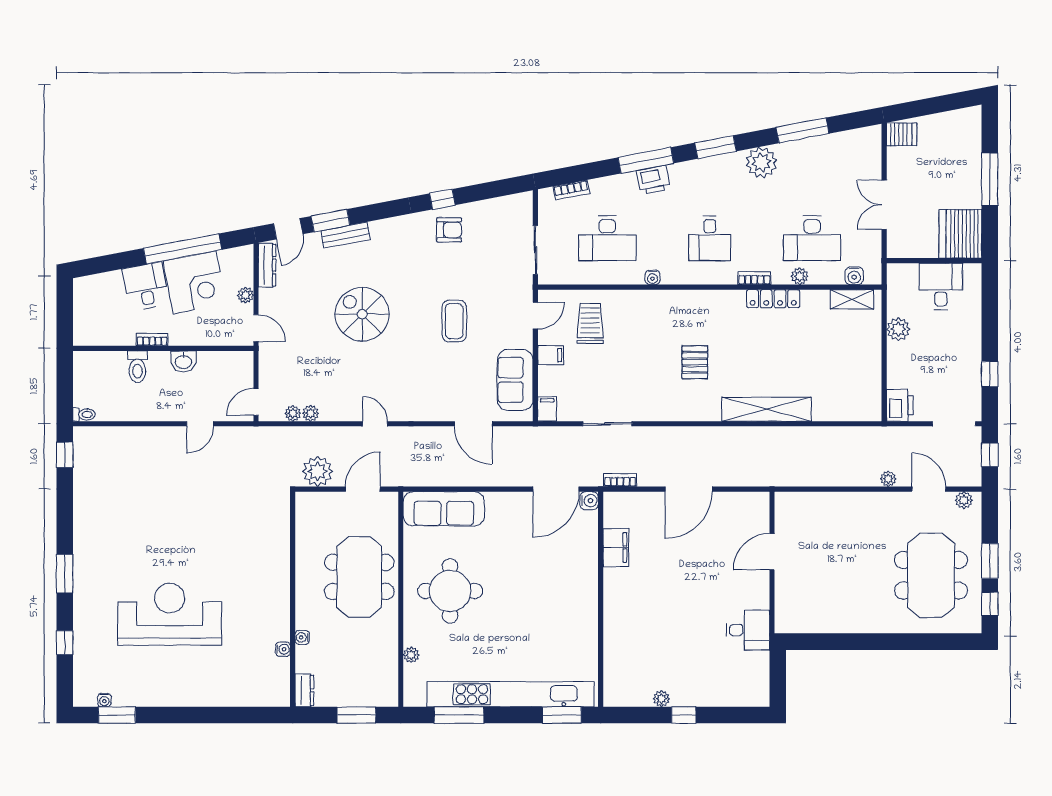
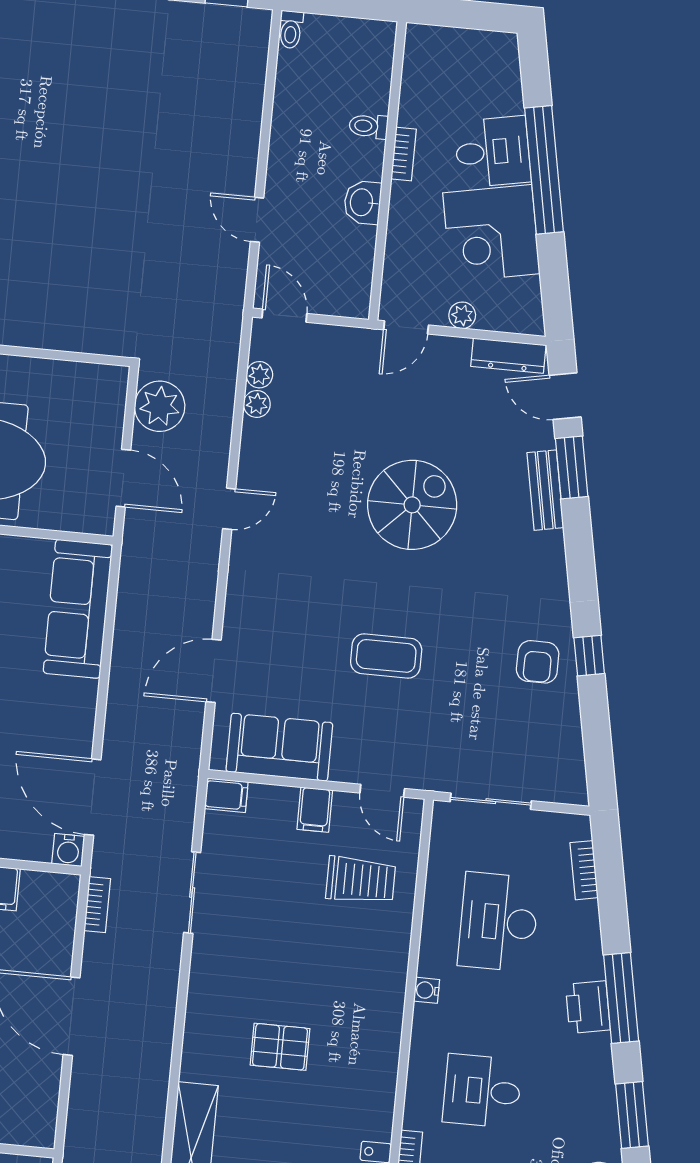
window: (183, 249) -> (544, 170), moved
toilet: (137, 367) -> (369, 126), width x0.73, depth x0.72

